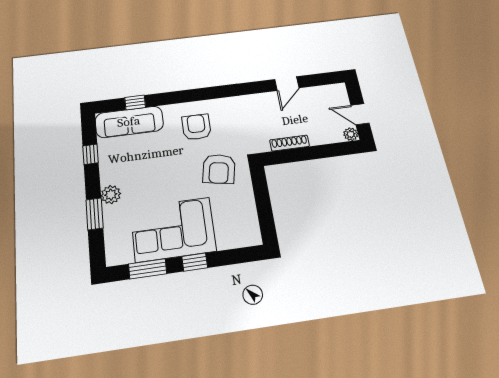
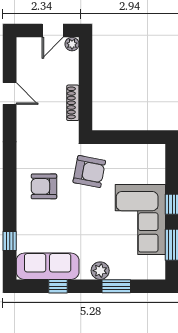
sofa: (129, 122) -> (48, 266), moved, turned -90

